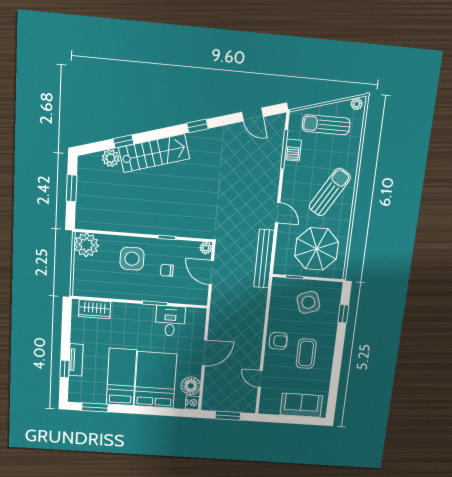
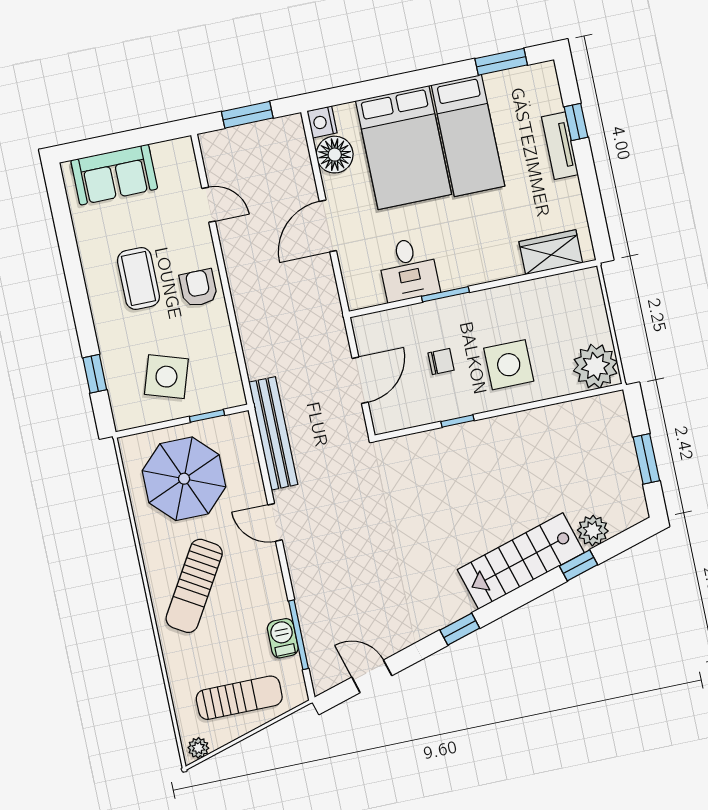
plant: (206, 248) -> (383, 422), removed
door: (211, 273) -> (360, 380), hinge flipped
side table: (308, 302) -> (166, 377), turned 37
armchair: (278, 341) -> (198, 288), turned 90

